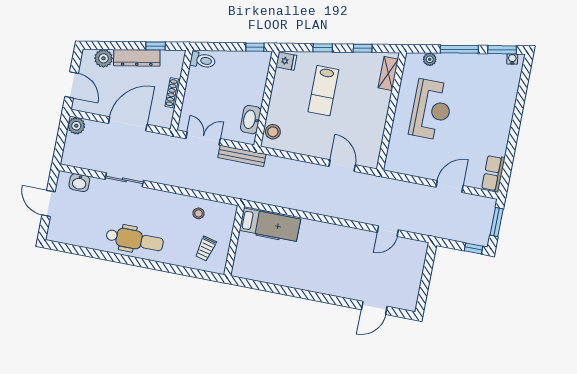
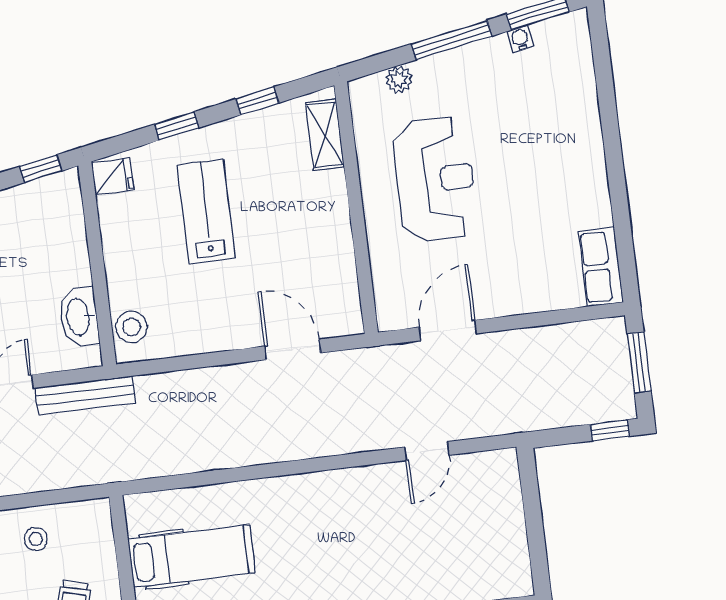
water cooler: (512, 59) -> (520, 39), moved
lab bench: (323, 91) -> (206, 212), turned 180
door: (450, 186) -> (448, 330), moved
hospital bed: (270, 225) -> (191, 556), moved

